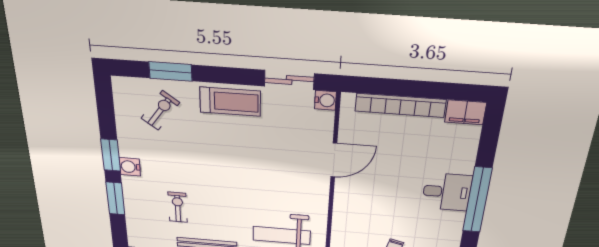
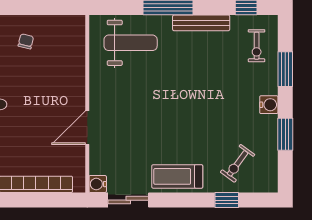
window: (170, 71) -> (227, 200), width x0.67
window: (111, 155) -> (285, 134), moved
exercise bike: (178, 207) -> (257, 46), moved

